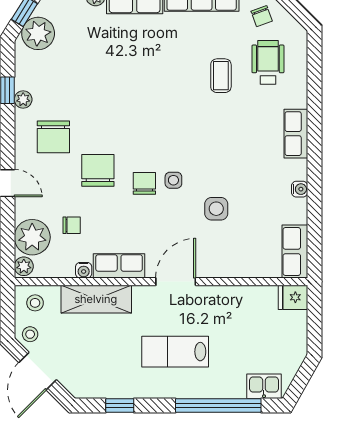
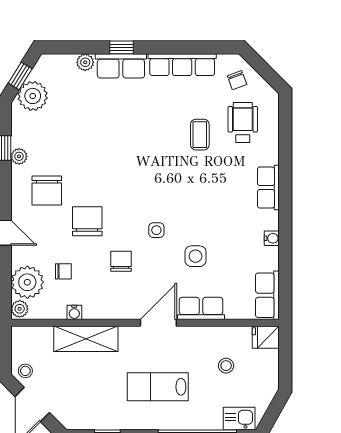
chair: (144, 183) -> (121, 261), moved
row of seats: (119, 266) -> (201, 308), moved
stool: (35, 303) -> (226, 366), moved

